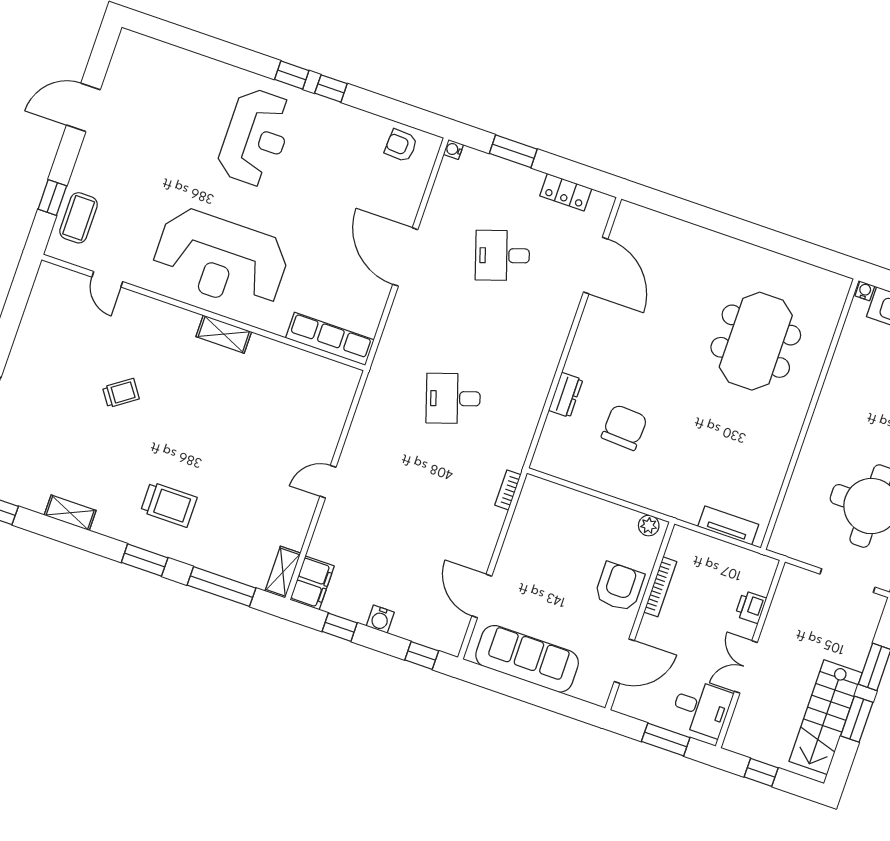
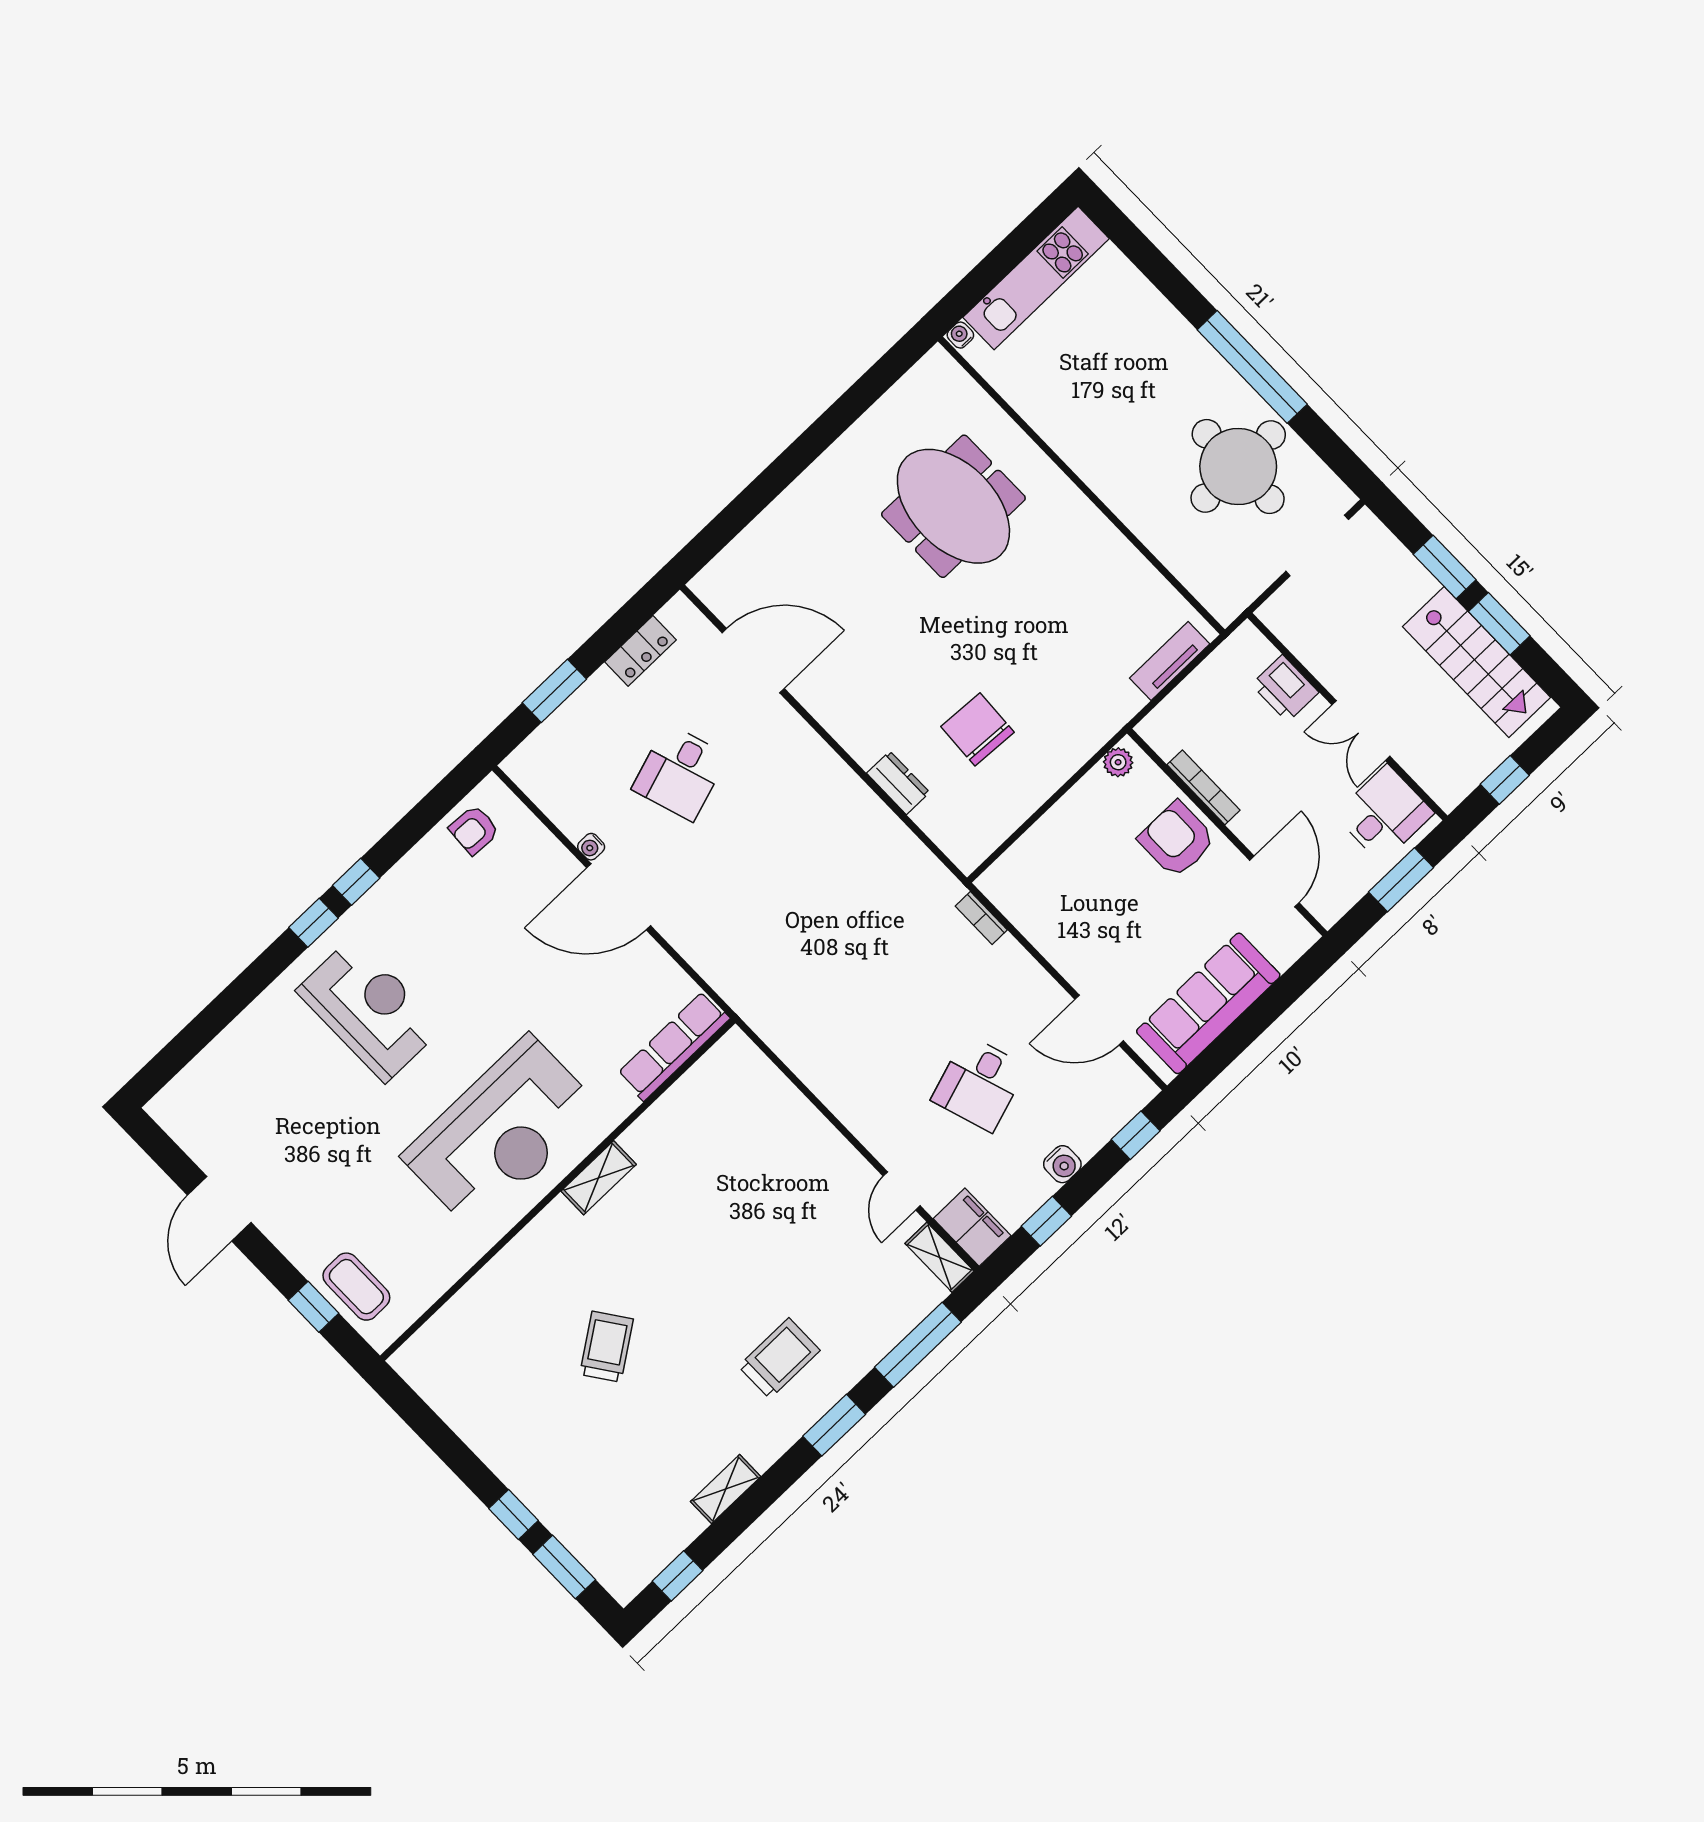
water cooler: (453, 149) -> (591, 847), moved
door: (107, 279) -> (453, 1290), removed
trolley: (121, 393) -> (606, 1347), width x1.36, depth x1.39
desk: (453, 398) -> (979, 1083), moved
door: (328, 482) -> (902, 1191), moved
printer: (751, 607) -> (1285, 688), width x1.36, depth x1.24

